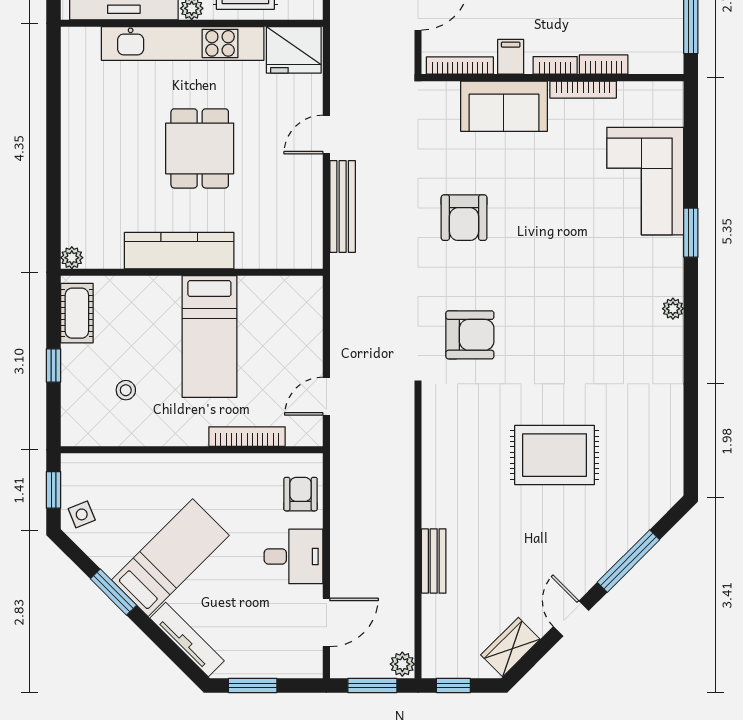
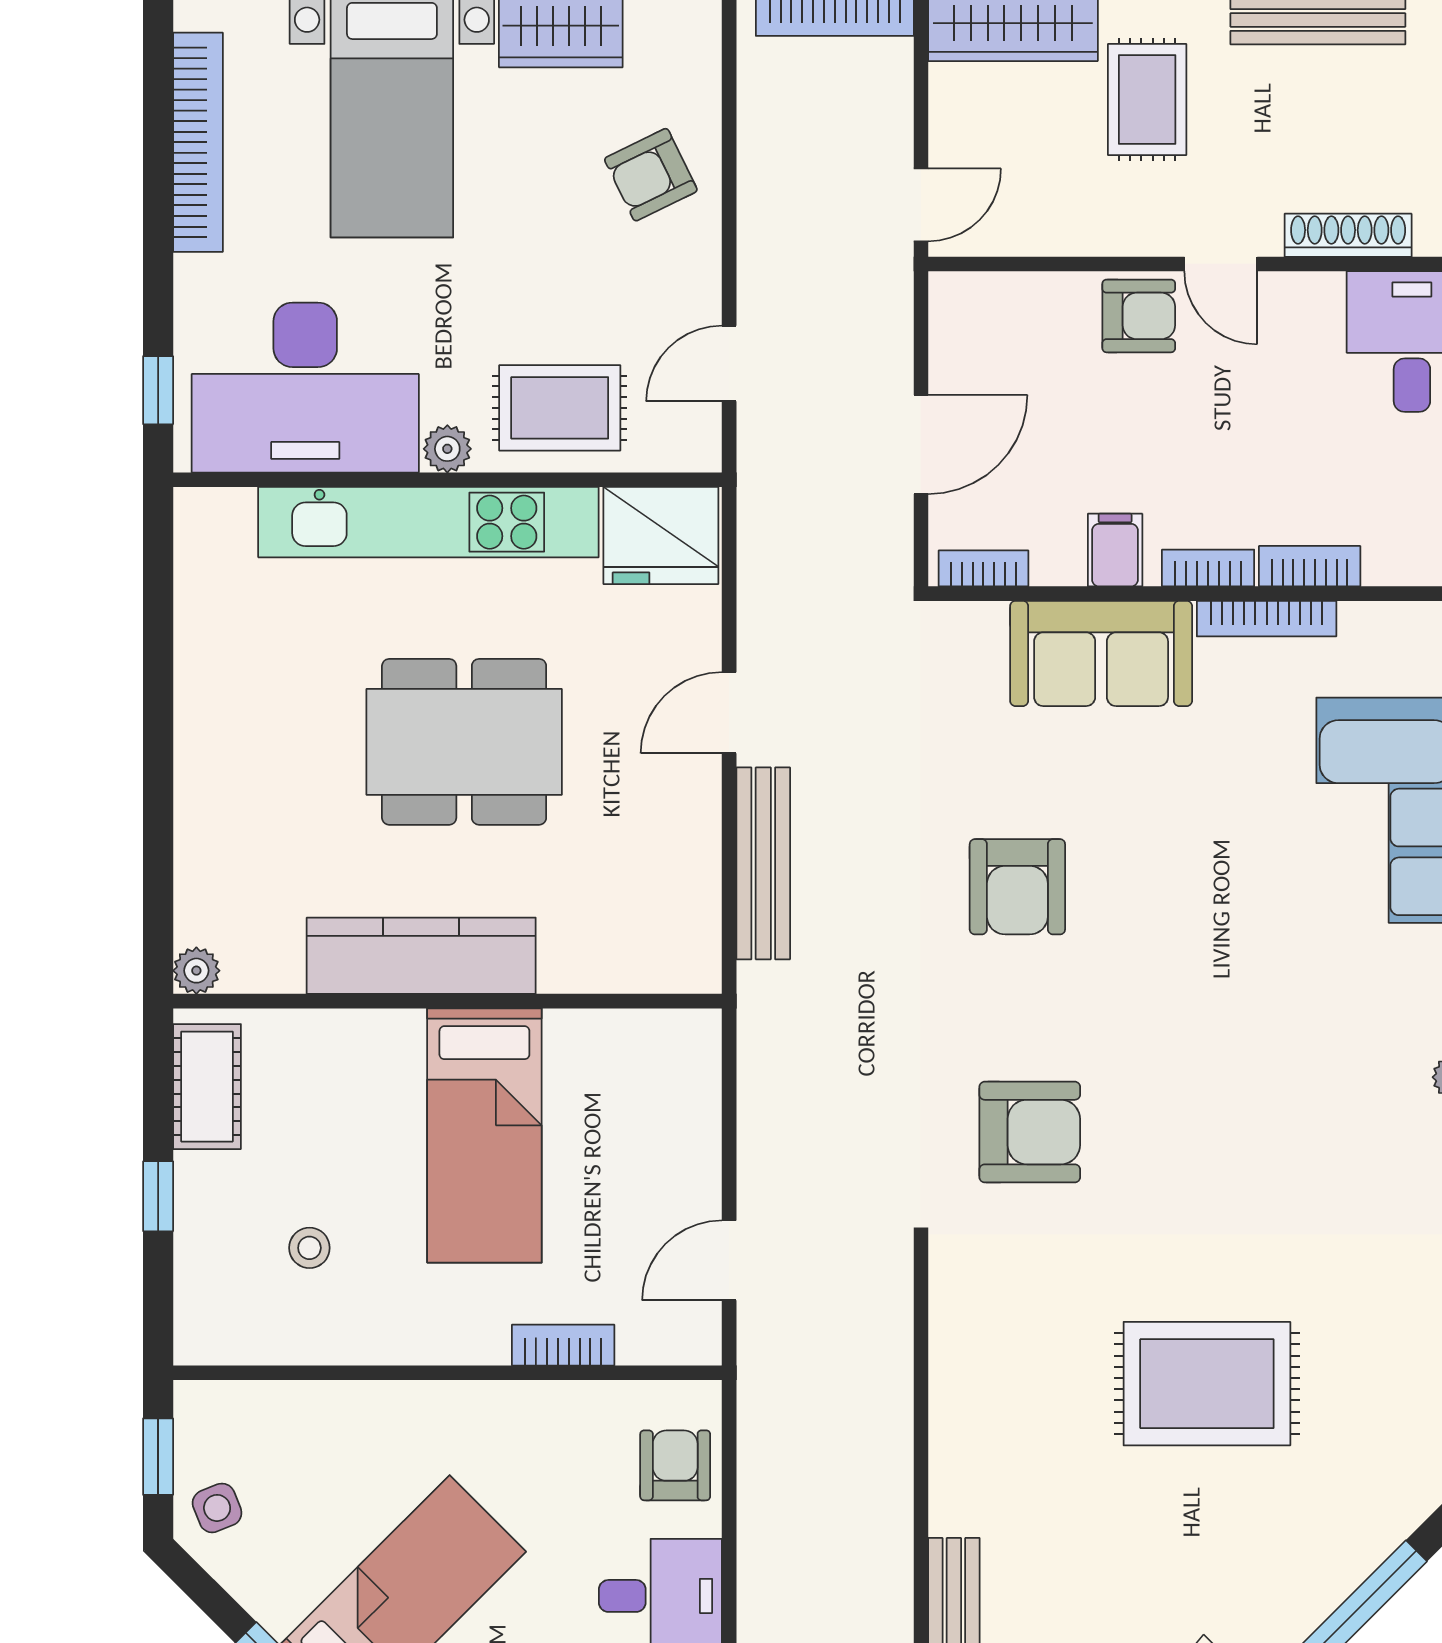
bookcase: (460, 66) -> (983, 568), width x0.64
dining table: (200, 148) -> (464, 742), width x1.37
bookcase: (247, 437) -> (563, 1345), width x0.64

